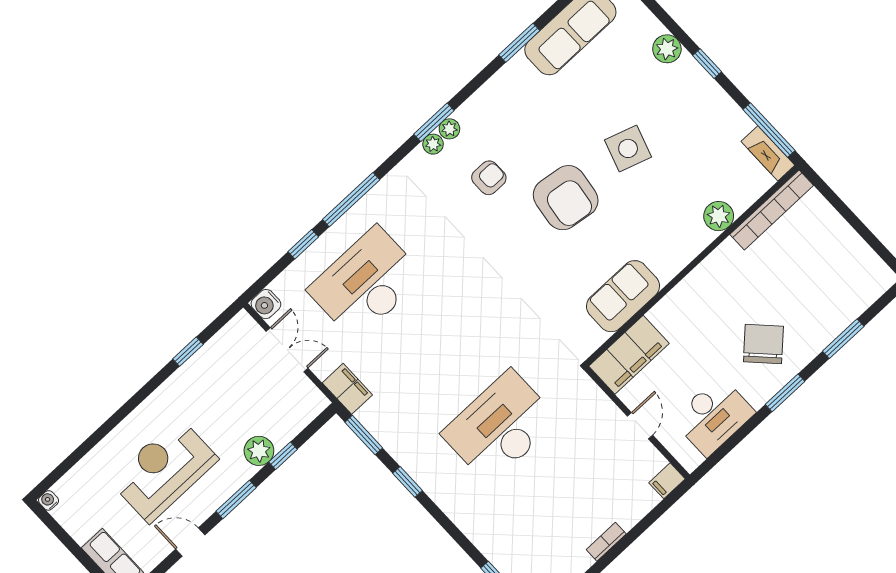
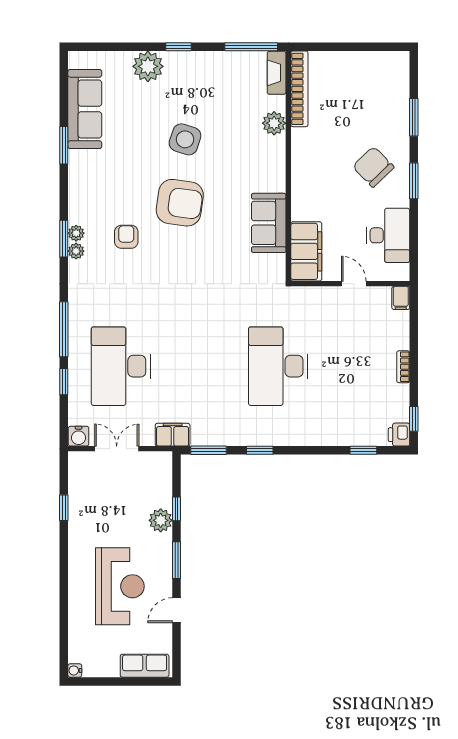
plant: (667, 49) -> (148, 66), width x1.36, depth x1.36
fireplace: (768, 153) -> (277, 73), moved, turned 90
reception desk: (164, 470) -> (120, 586), turned 180

